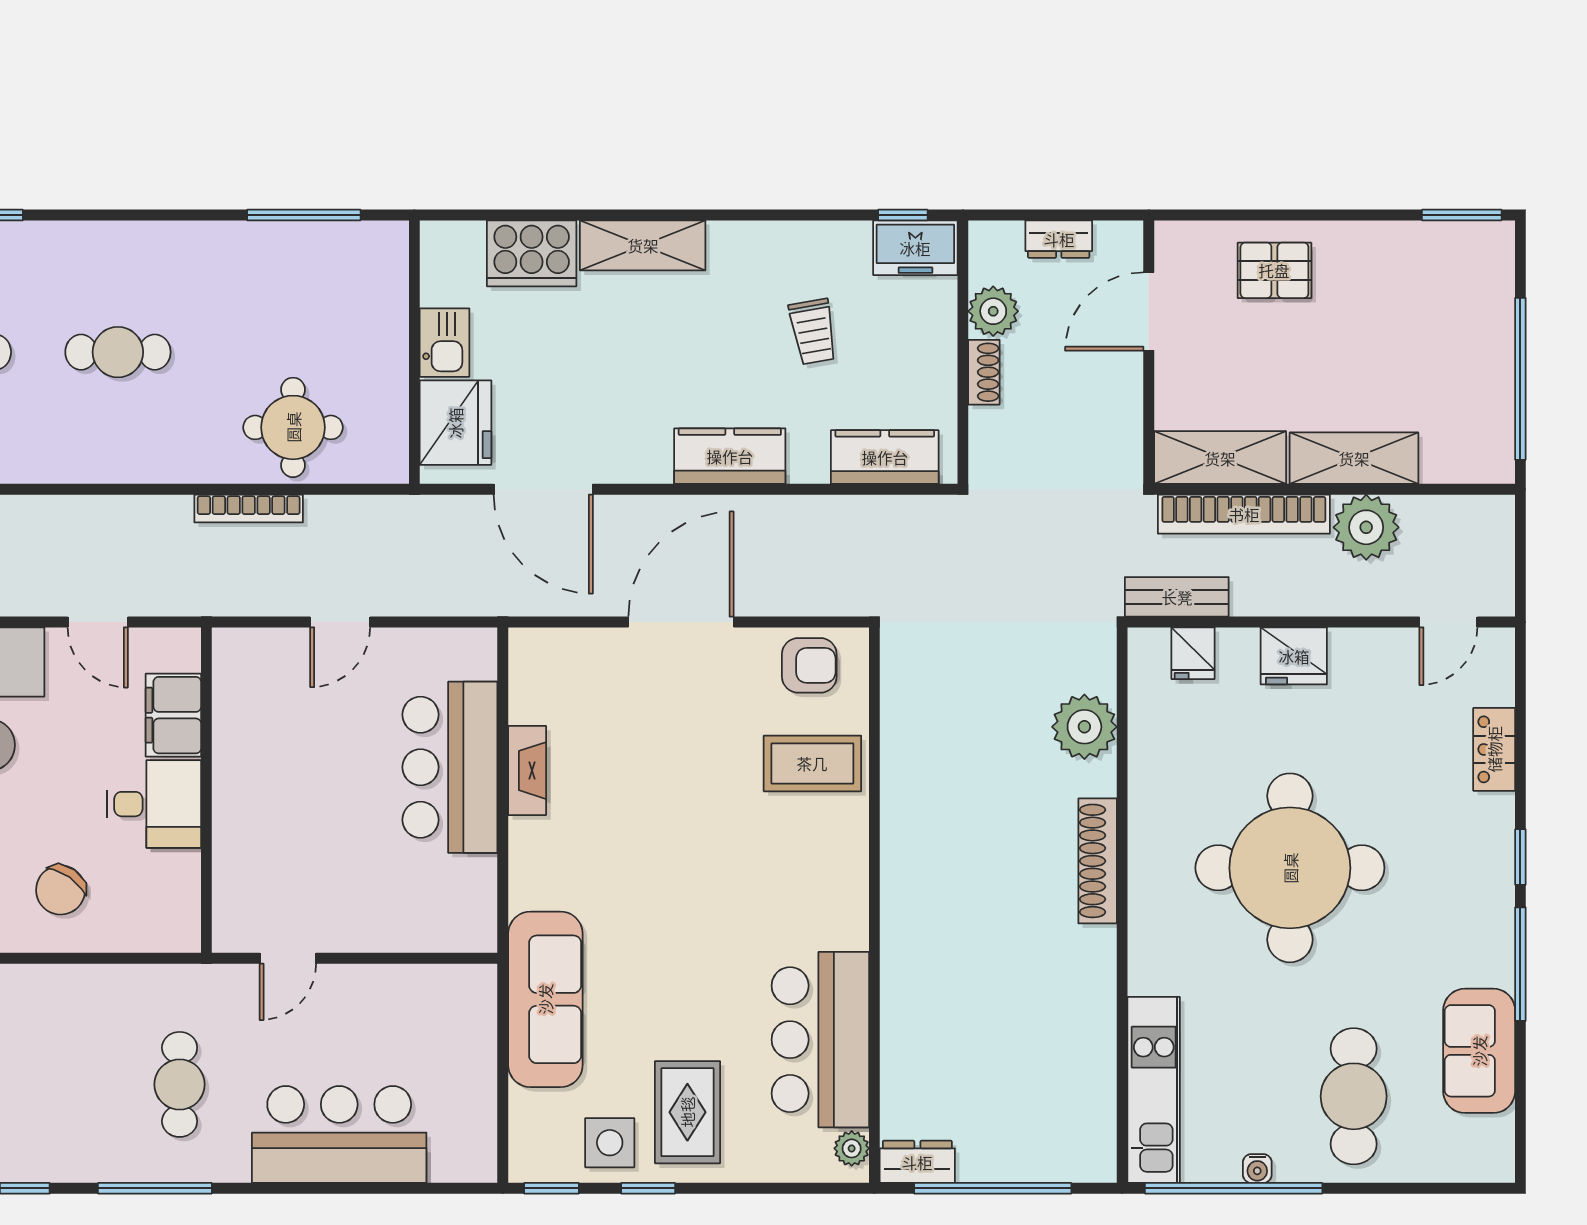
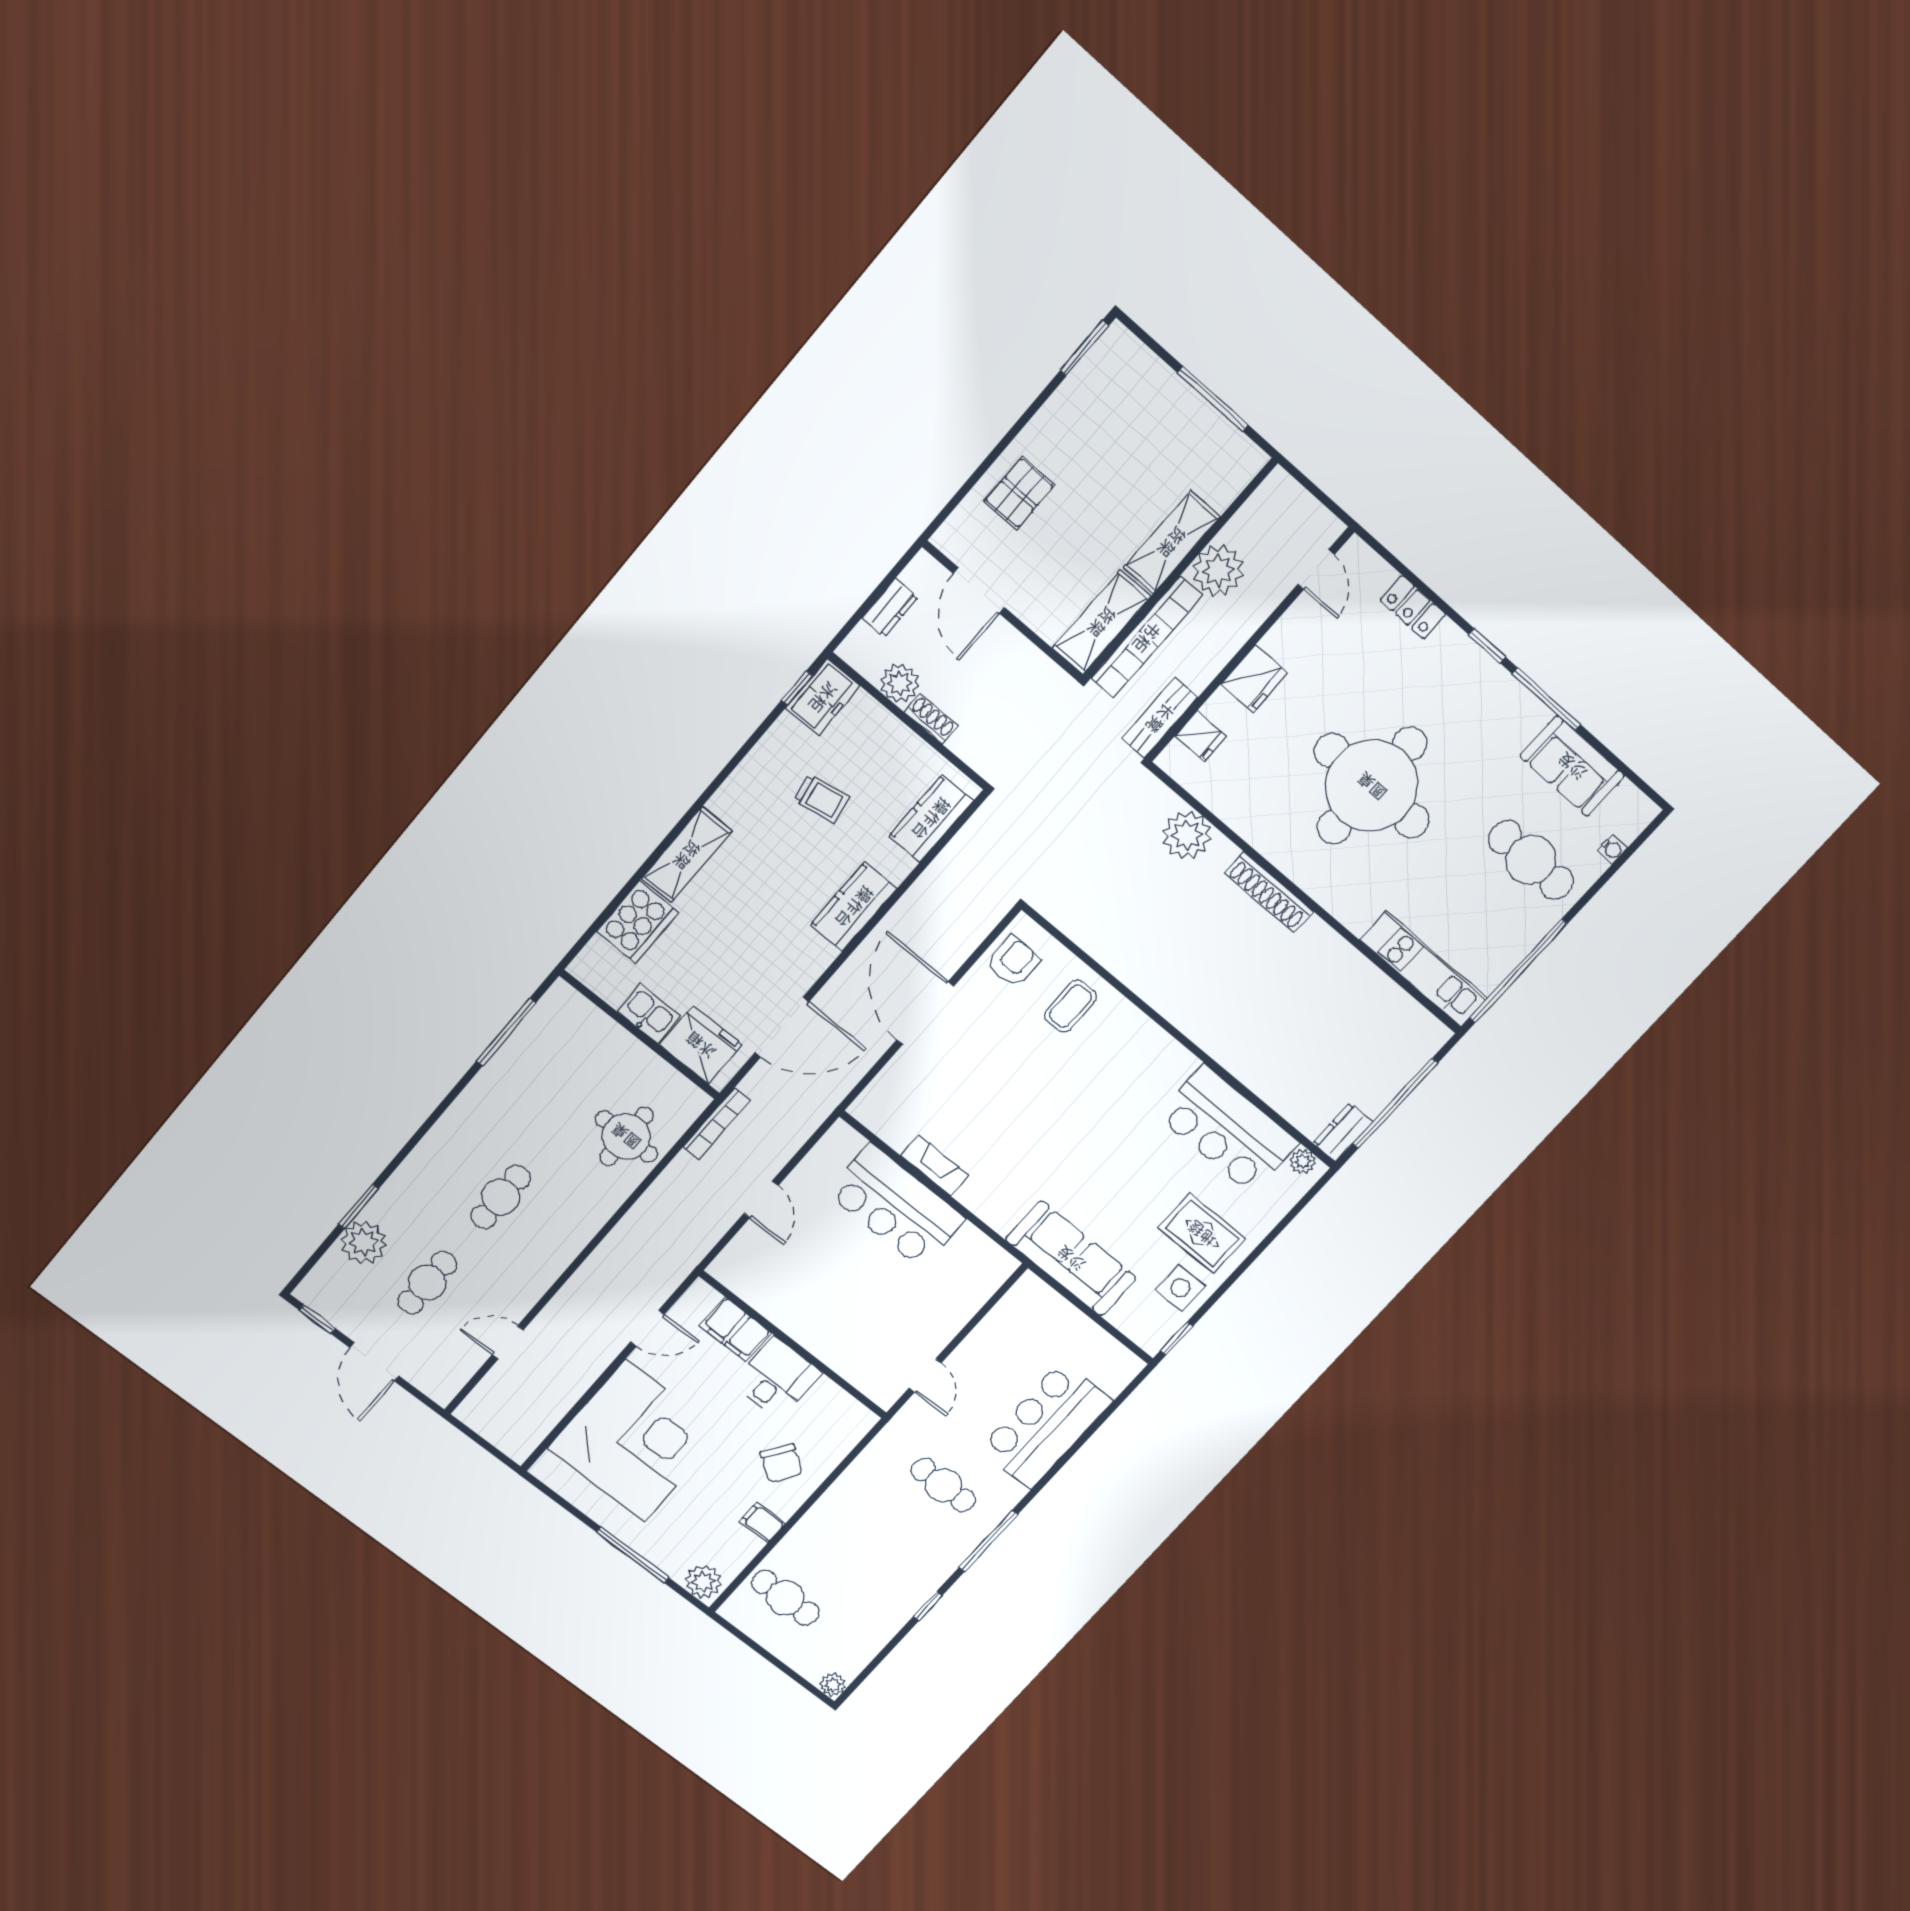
window: (1520, 379) -> (1213, 399), width x0.68
bookcase: (249, 508) -> (717, 1124), moved
coffee table: (812, 763) -> (1071, 1006), width x0.73, depth x0.77
water cooler: (1257, 1169) -> (1612, 849), moved
window: (648, 1188) -> (1224, 1288), removed

